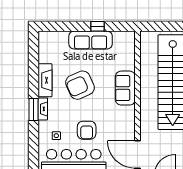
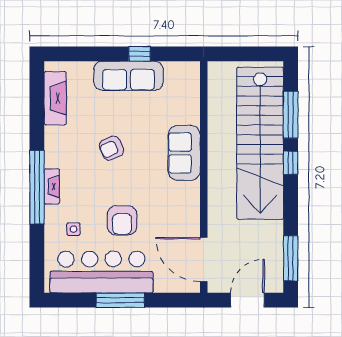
fireplace: (45, 80) -> (55, 98), moved
armchair: (80, 85) -> (111, 148), width x0.53, depth x0.53
window: (34, 109) -> (37, 187), width x2.11

